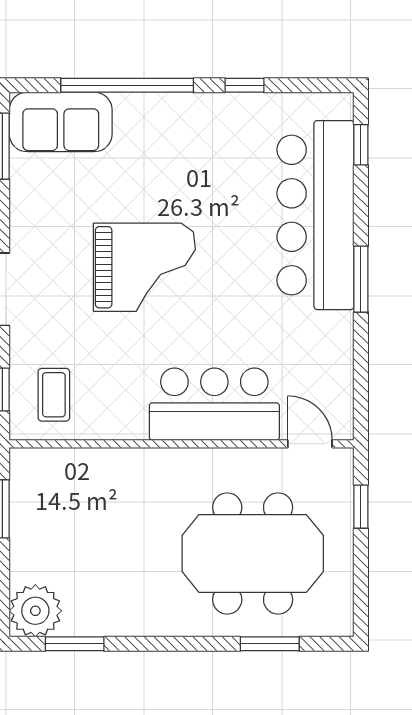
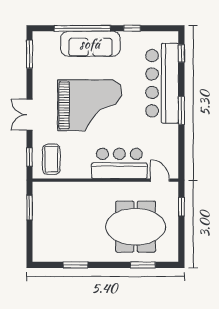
sofa: (61, 122) -> (90, 44), moved, width x1.36
grand piano: (144, 267) -> (90, 105), width x1.37, depth x1.48
coffee table: (54, 395) -> (51, 159), width x1.36, depth x1.30
plant: (35, 611) -> (43, 251), removed
window: (75, 644) -> (75, 265), moved

